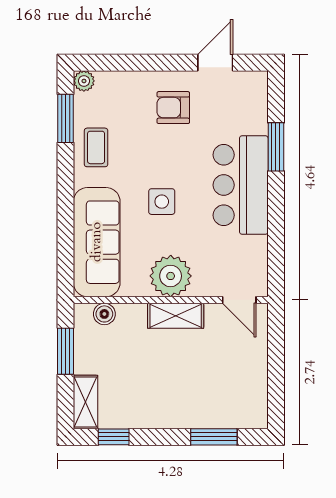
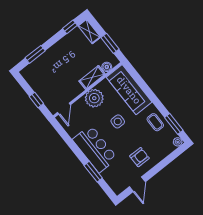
door: (239, 300) -> (64, 109), swing flipped
shelving: (176, 316) -> (92, 77), moved
window: (276, 354) -> (36, 100), added

